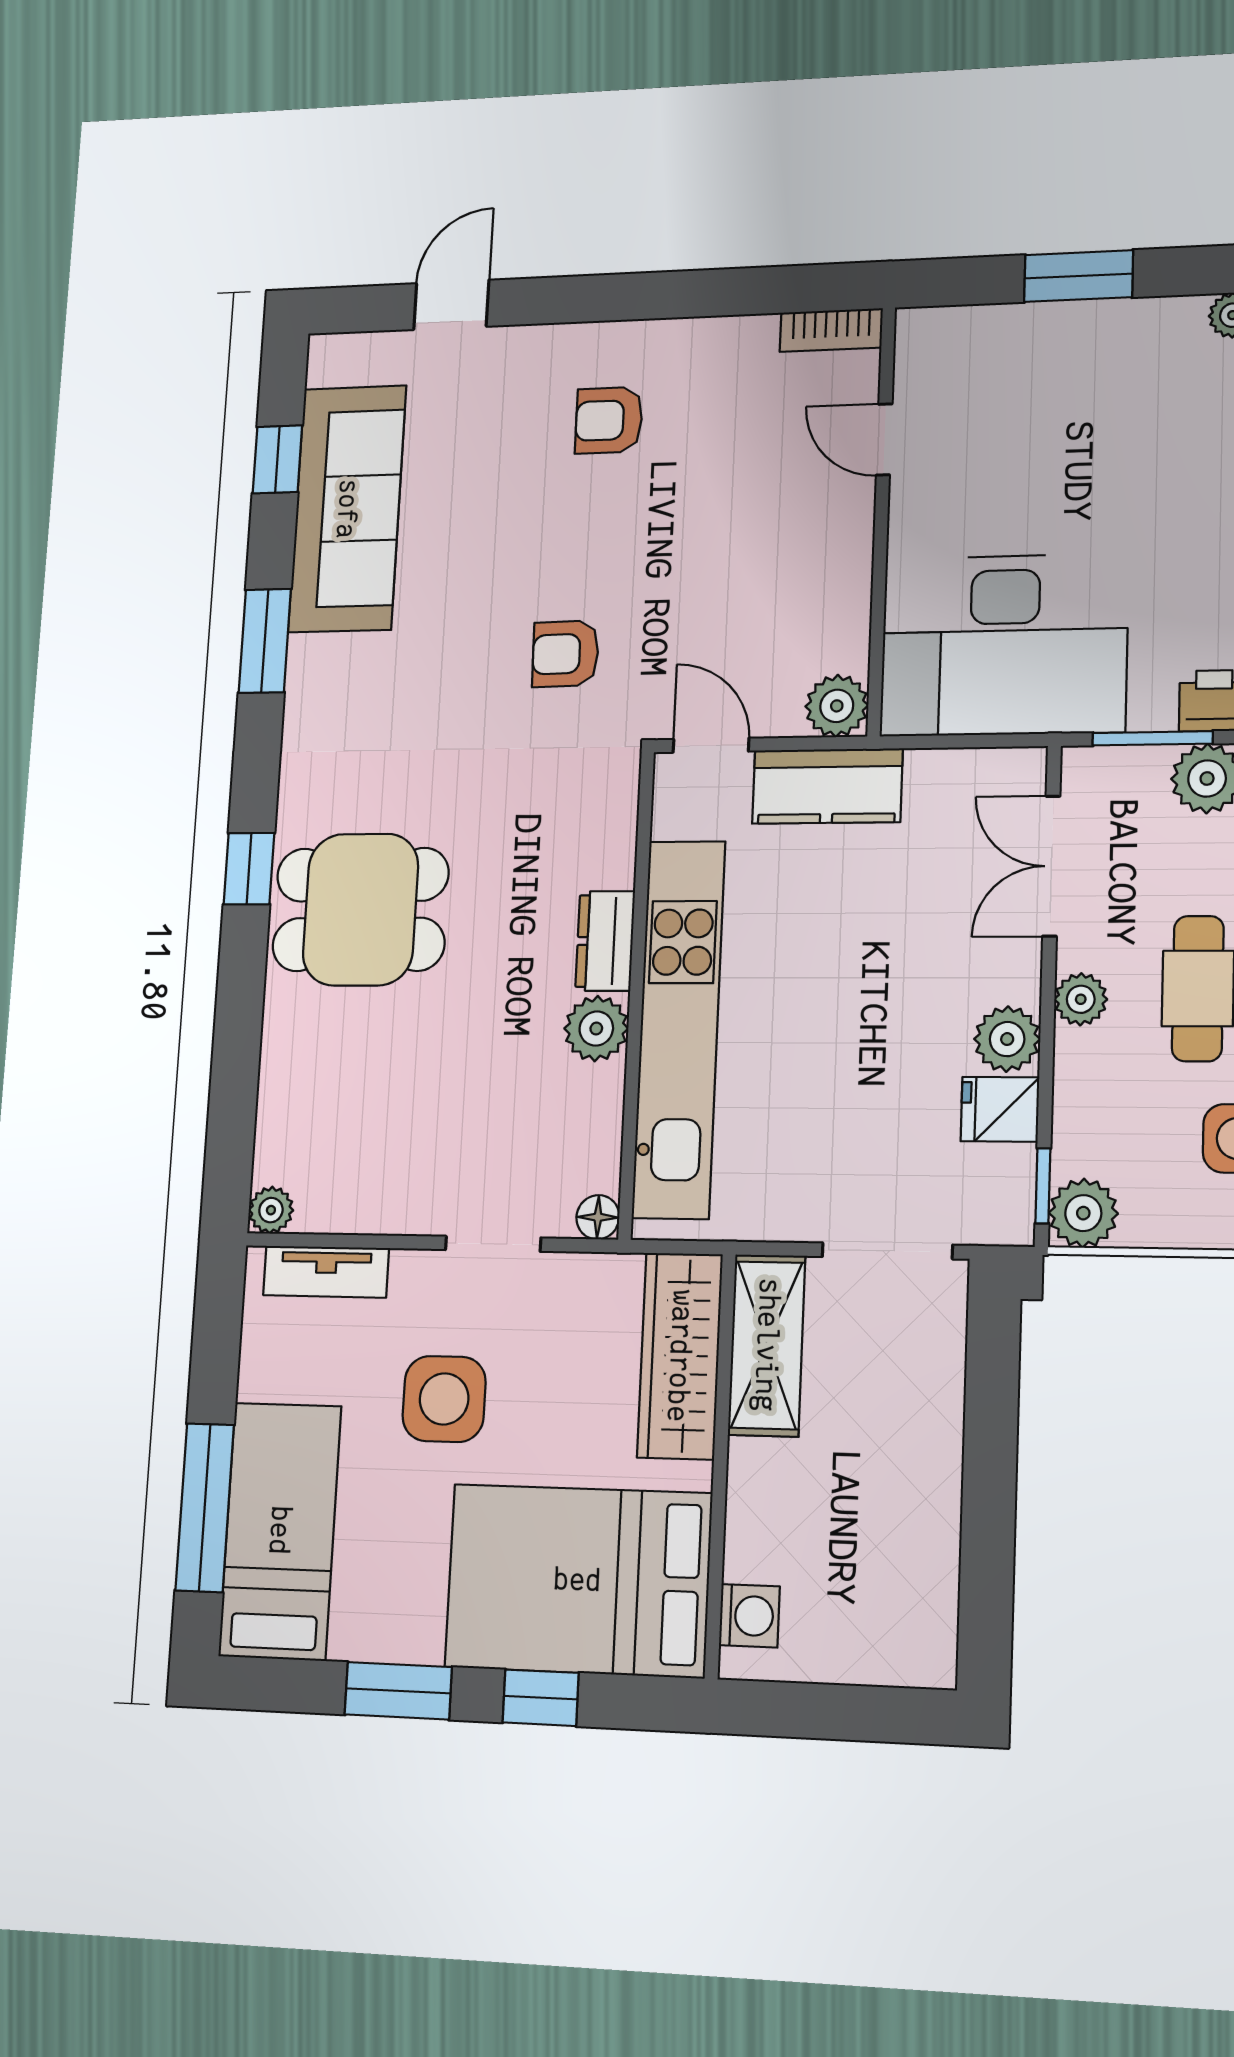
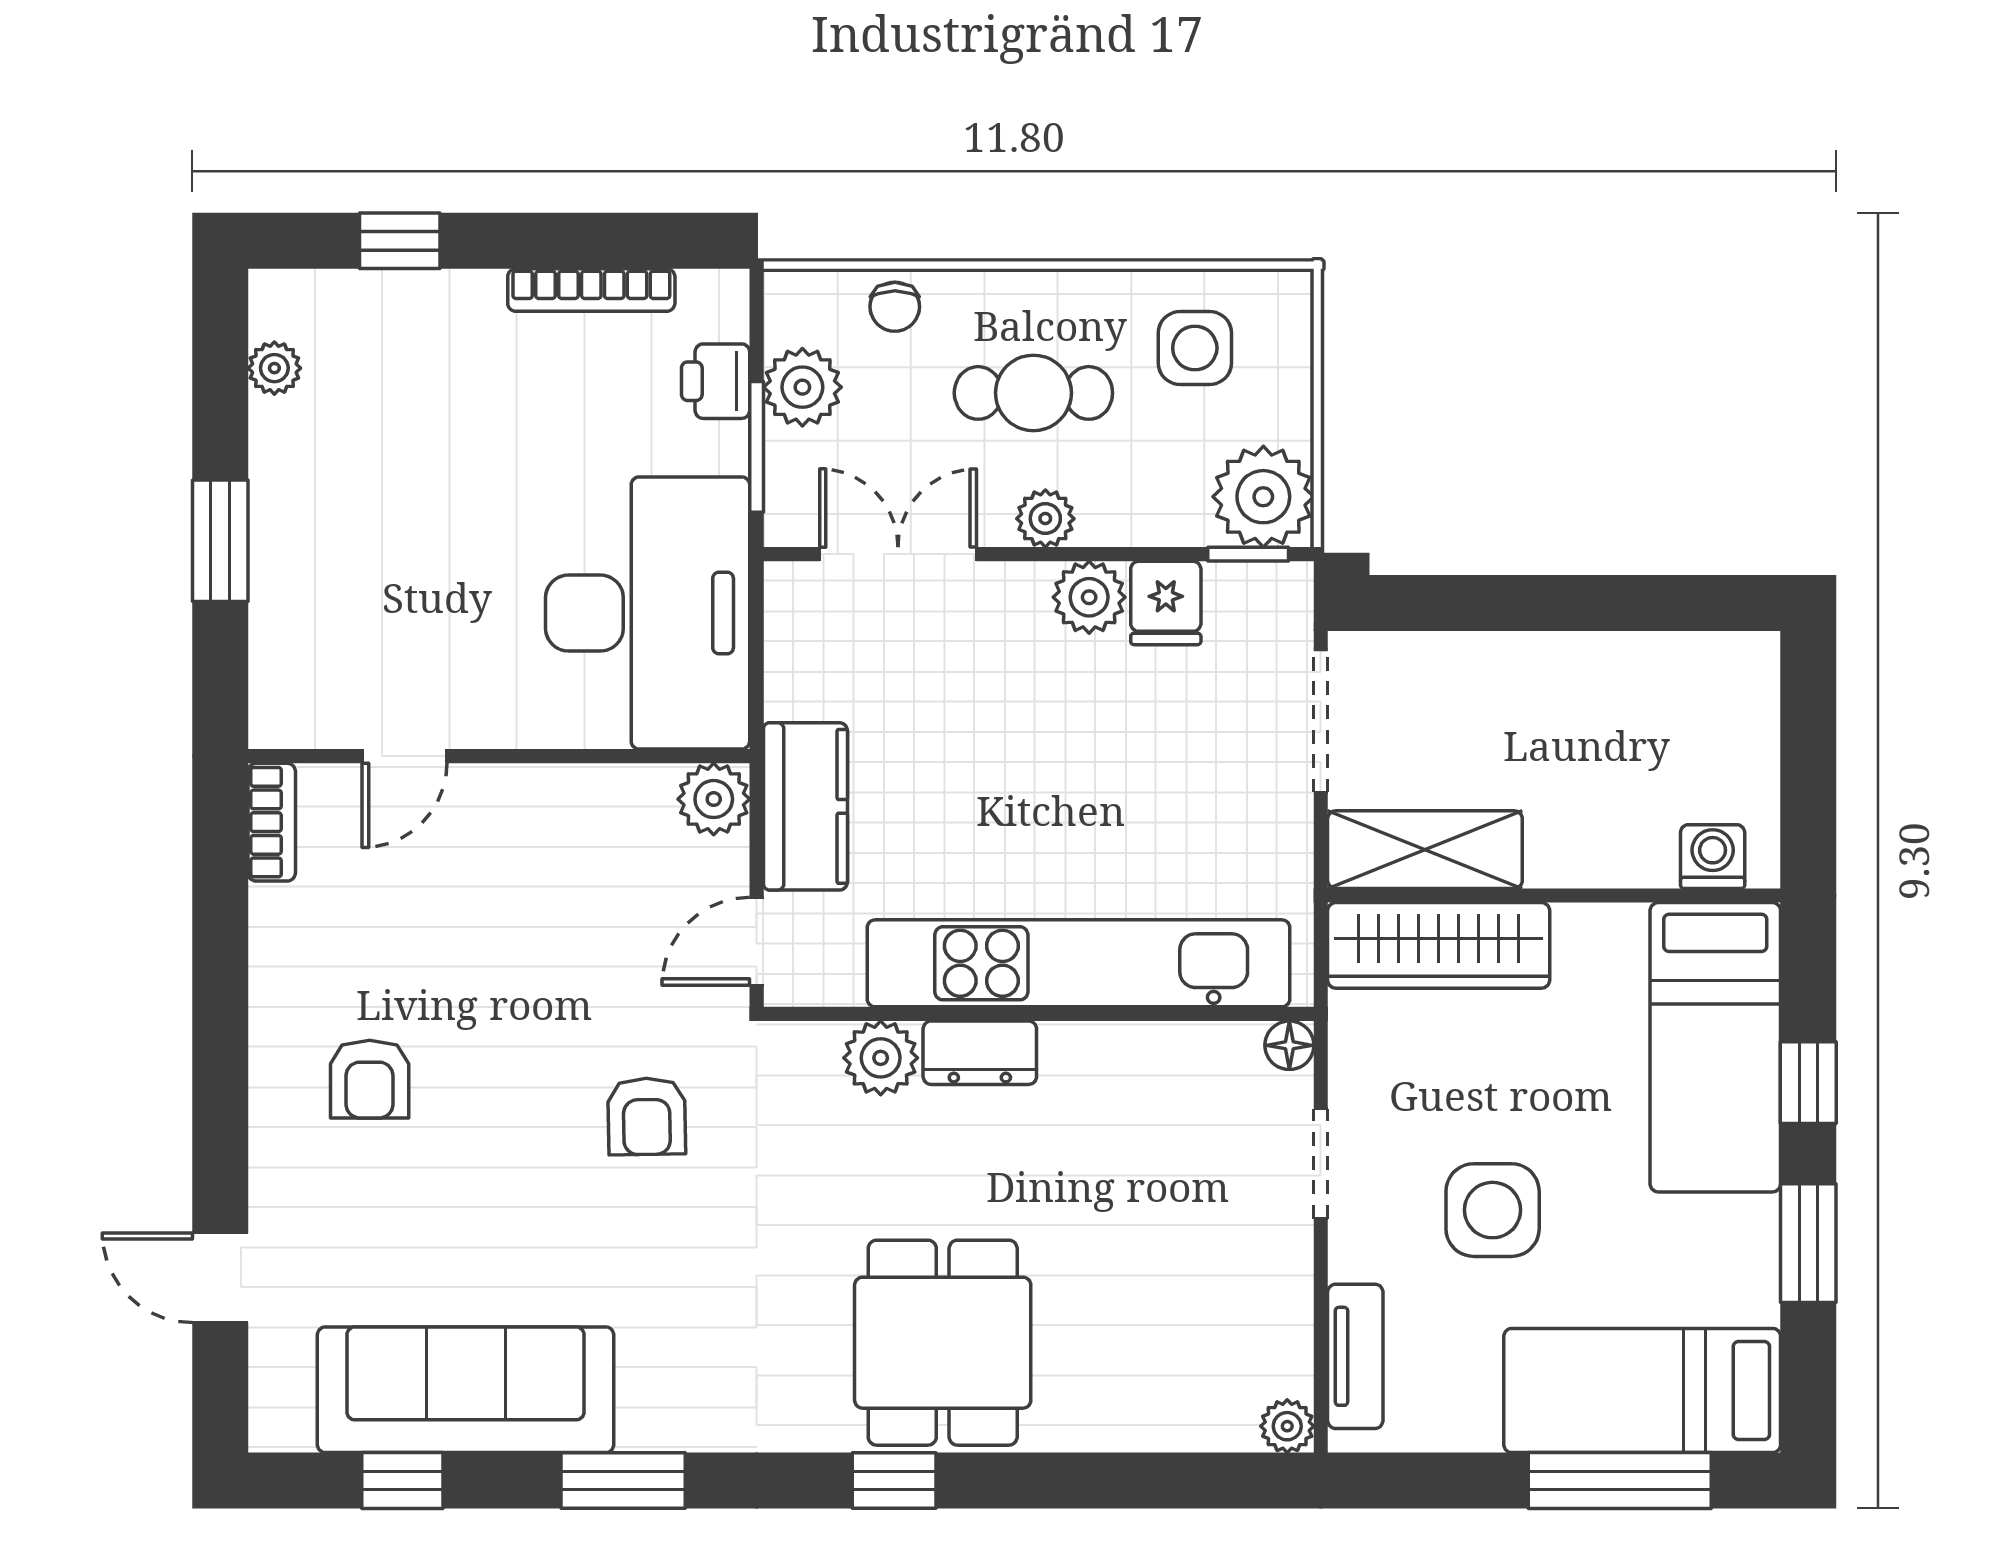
double door: (1051, 866) -> (898, 554), swing flipped
plant: (596, 1029) -> (881, 1058), moved
plant: (1083, 1213) -> (1263, 497), width x1.36, depth x1.36
bed: (578, 1580) -> (1715, 1047), width x0.67

